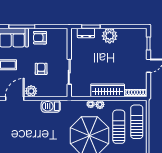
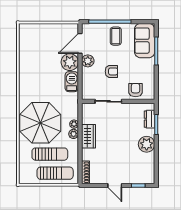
armchair: (40, 38) -> (136, 90), moved
wardrobe: (108, 90) -> (89, 136), width x0.67
door: (15, 98) -> (80, 43), swing flipped
plant: (32, 108) -> (70, 62), added

